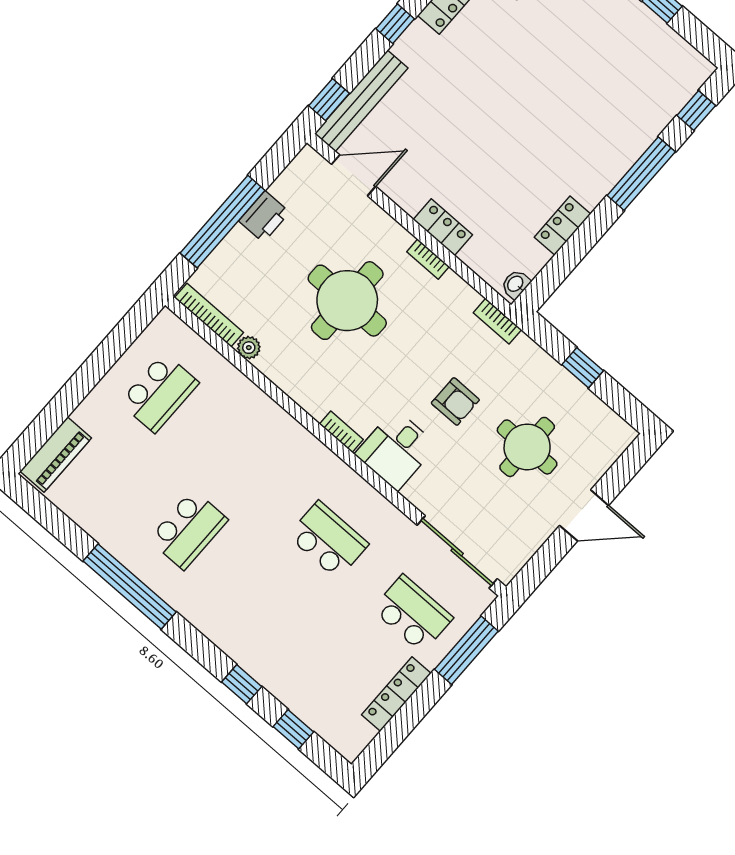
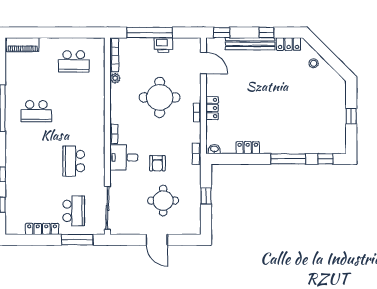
bench: (361, 101) -> (250, 44), moved
school desk: (328, 540) -> (74, 161), turned 180

